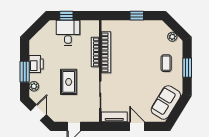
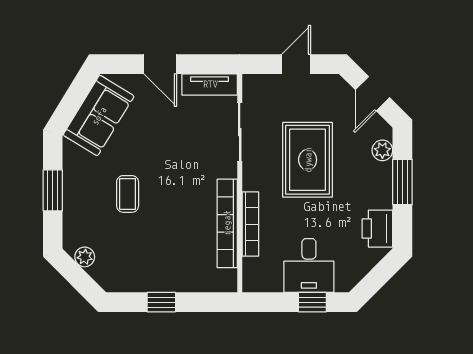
coffee table: (166, 63) -> (128, 194), moved
printer: (36, 64) -> (377, 229), moved
rug: (69, 82) -> (308, 160), width x1.36, depth x1.43

